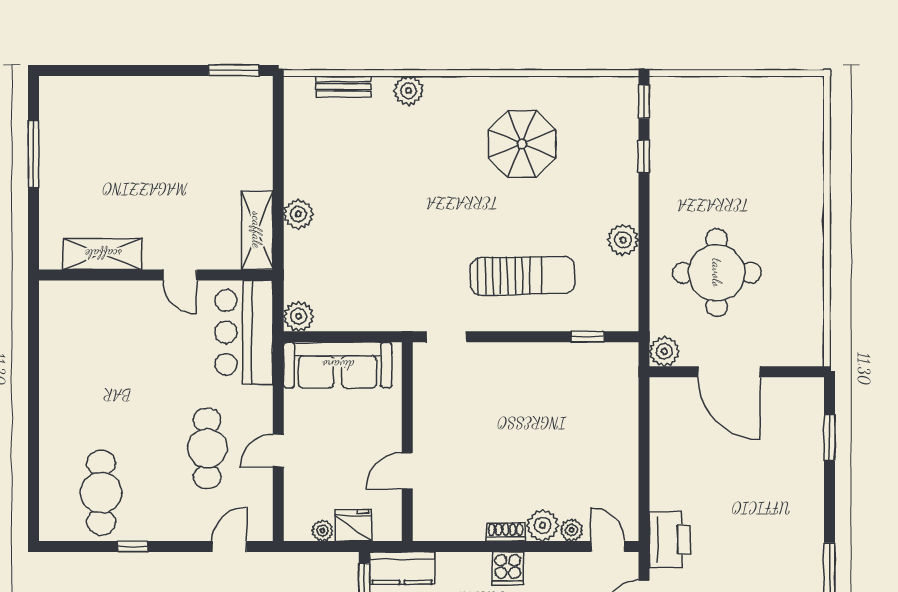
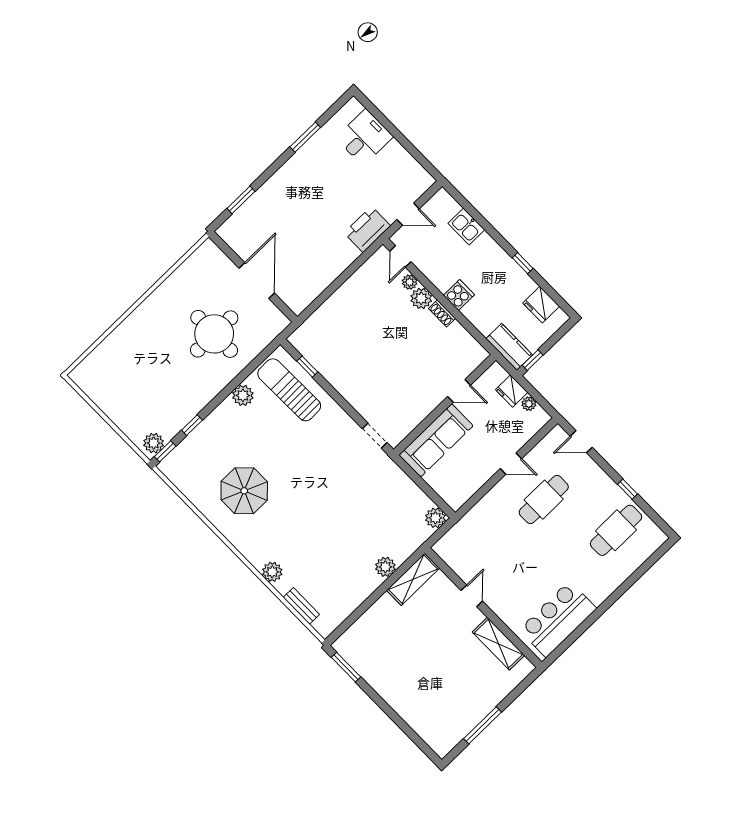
sun lounger: (523, 276) -> (289, 390), moved
bar counter: (244, 332) -> (558, 619), moved, turned 180
plant: (664, 351) -> (154, 443), moved
sofa: (338, 365) -> (436, 440), moved, turned 90

